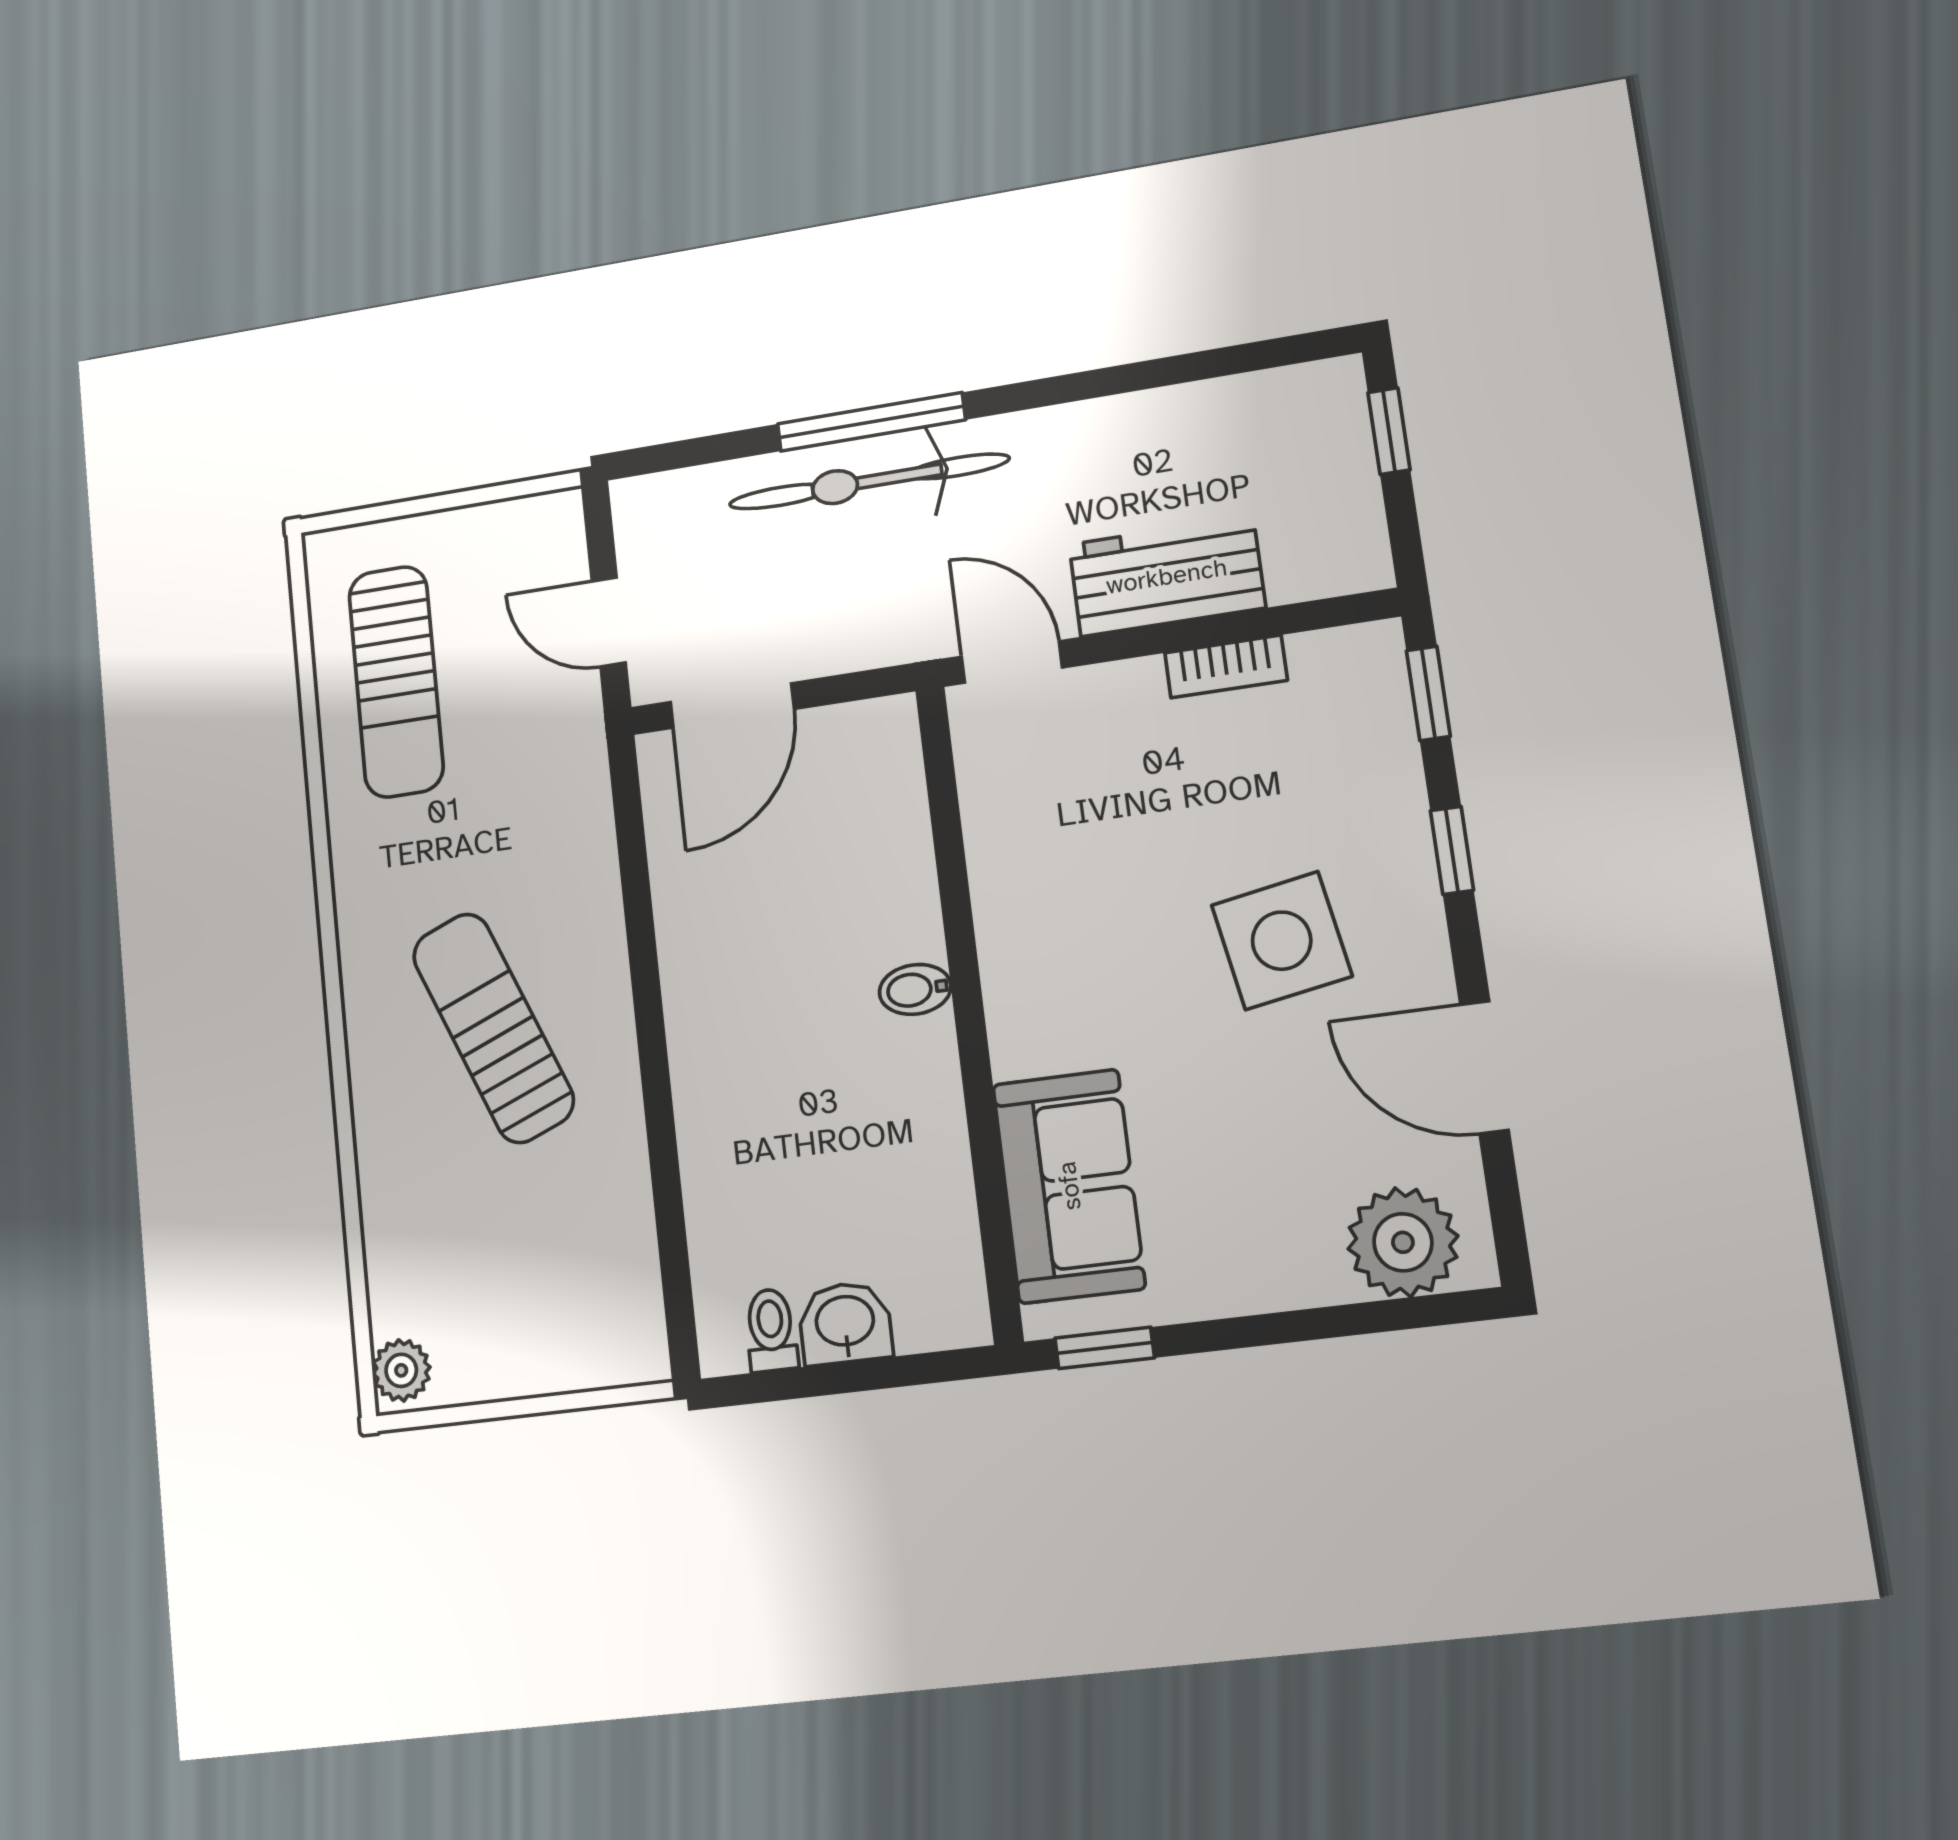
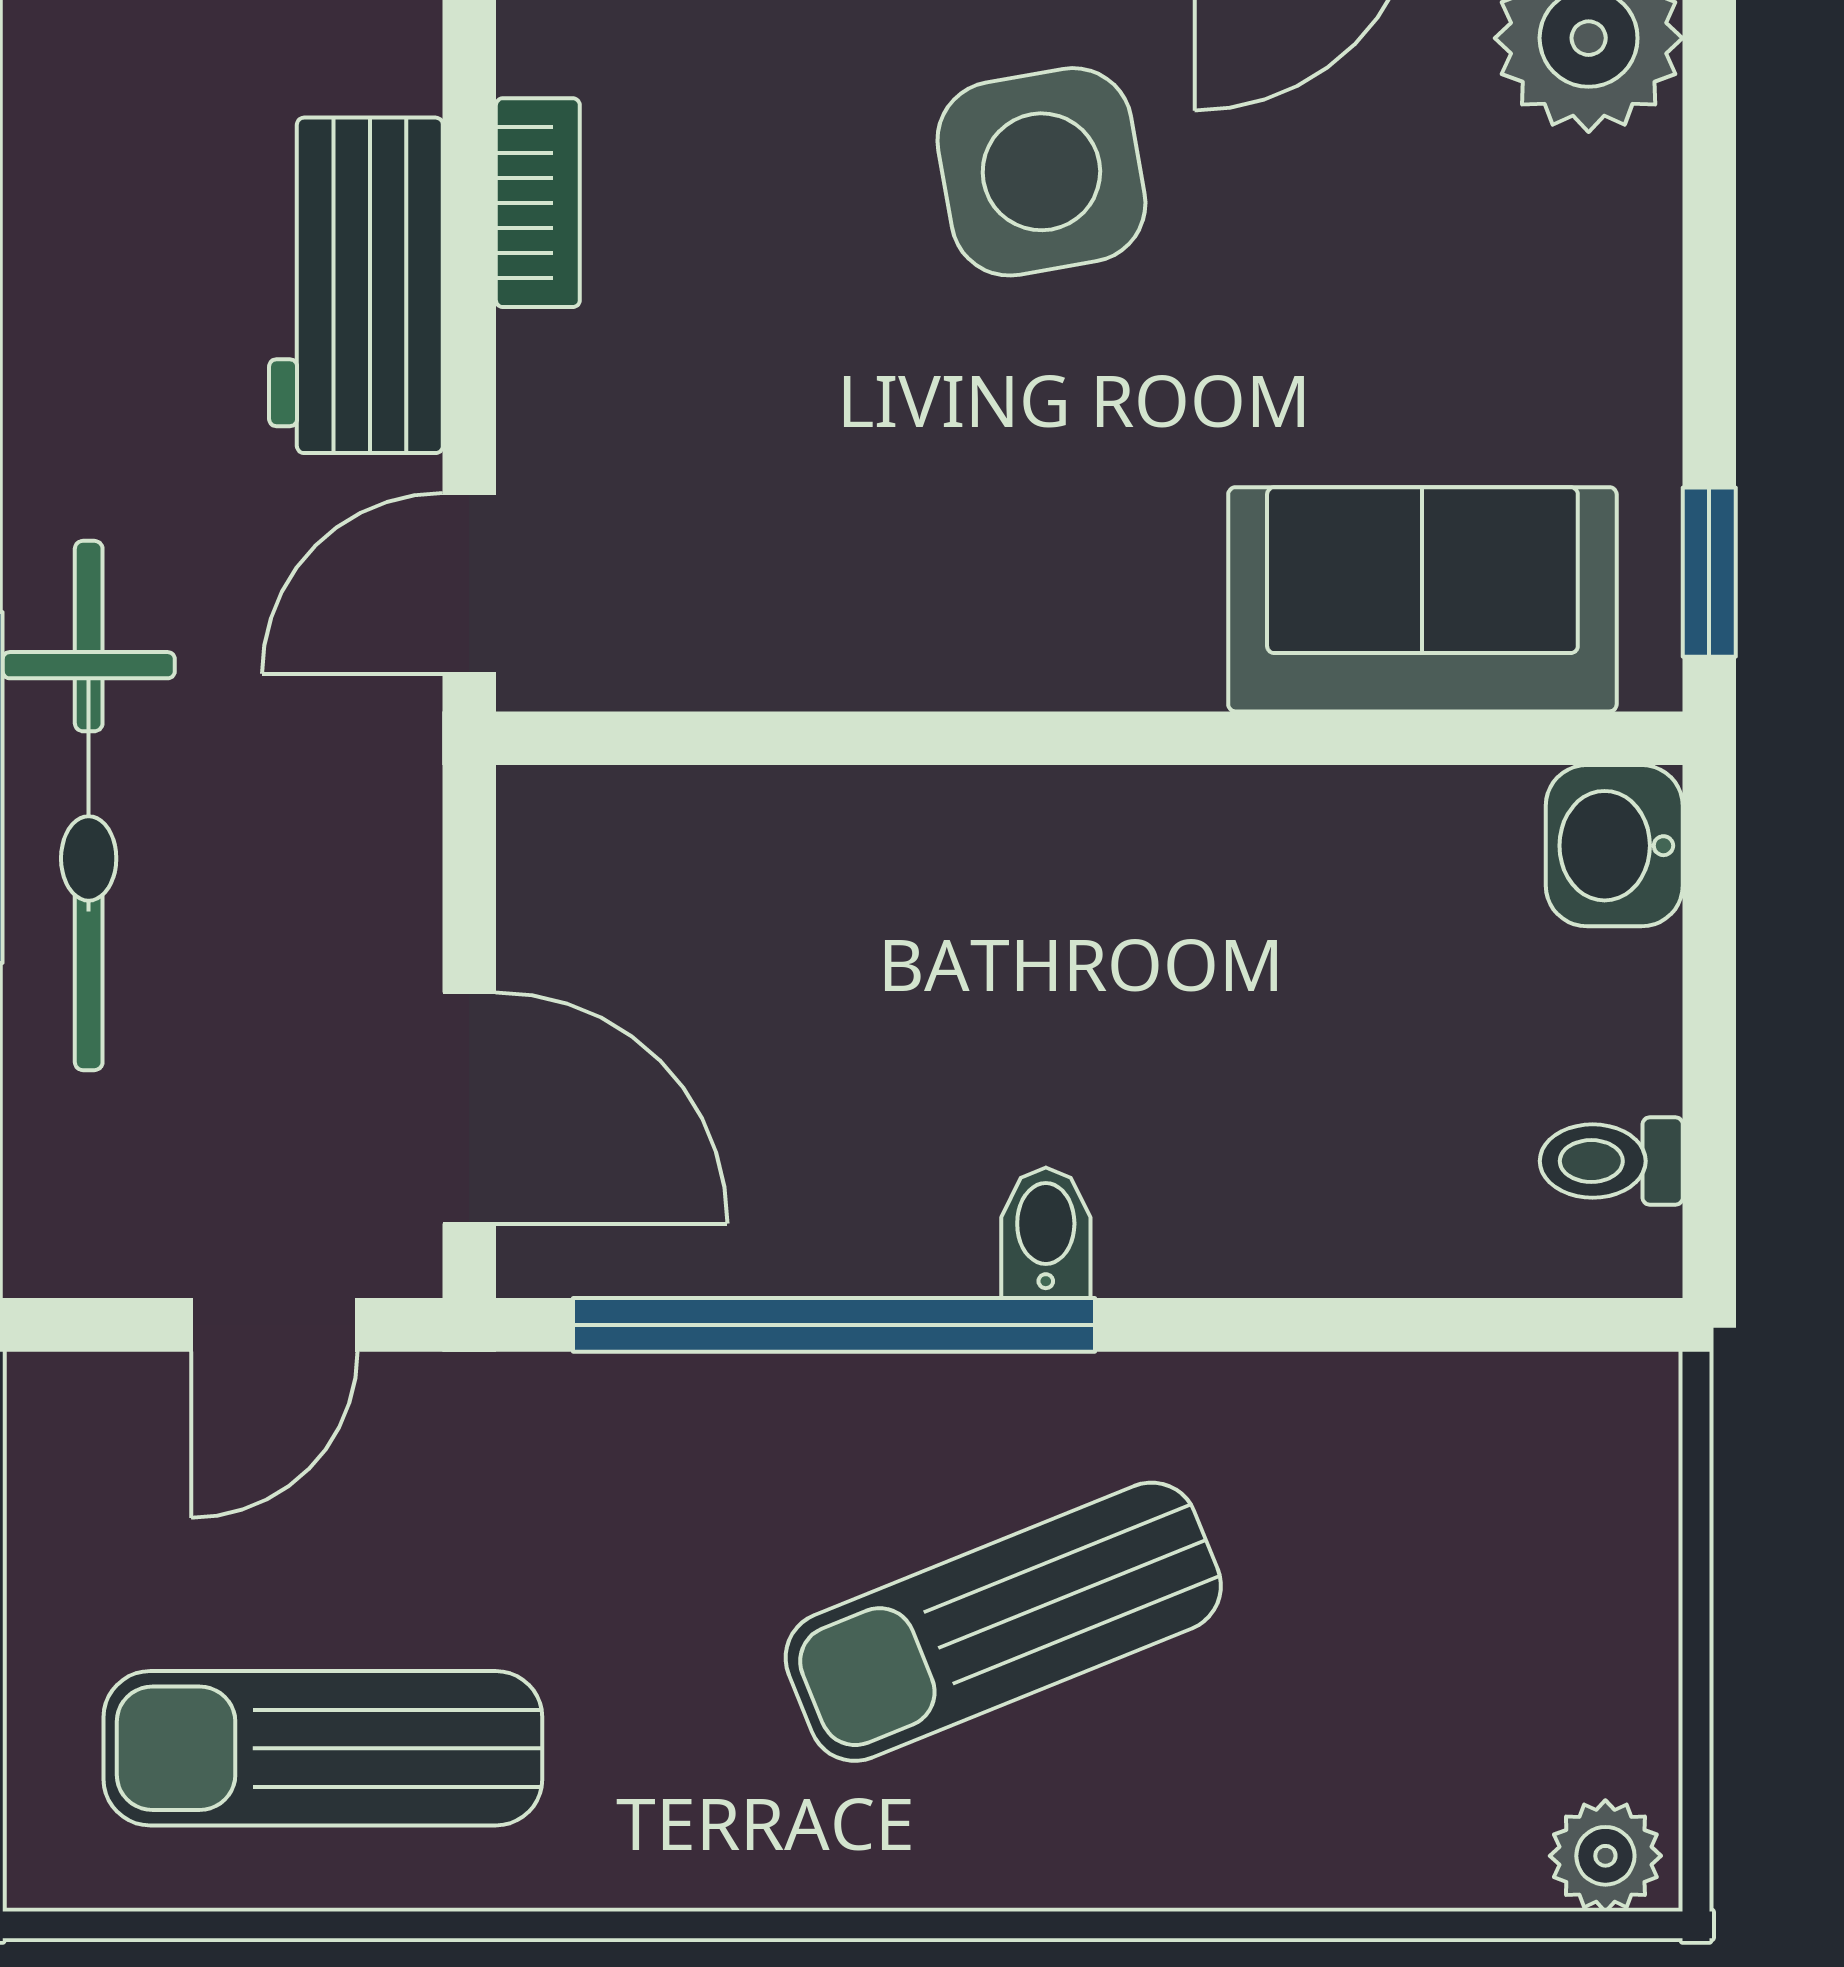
sun lounger: (396, 681) -> (323, 1748), turned 180
window: (639, 916) -> (834, 1325), added
bidet: (915, 989) -> (1046, 1233), moved, turned 180
washbasin: (845, 1323) -> (1614, 846), moved

